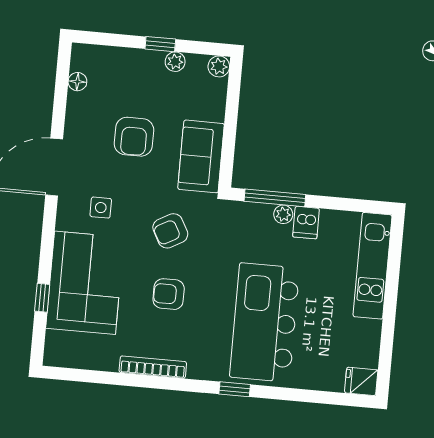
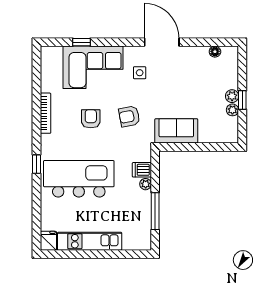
plant: (219, 66) -> (232, 96), moved
armchair: (134, 137) -> (185, 89), removed
window: (275, 198) -> (155, 211), moved
dishwasher: (306, 223) -> (142, 170), moved
armchair: (170, 231) -> (129, 116), turned -72
kitchen unit: (373, 266) -> (90, 241), moved

